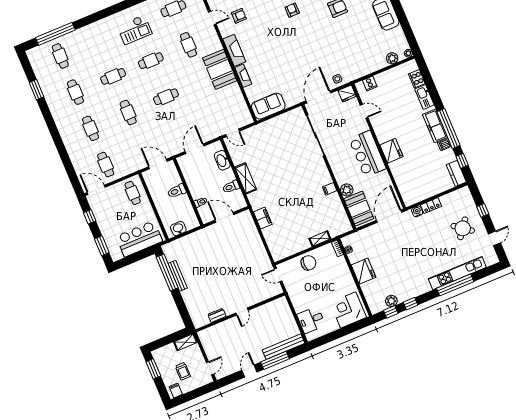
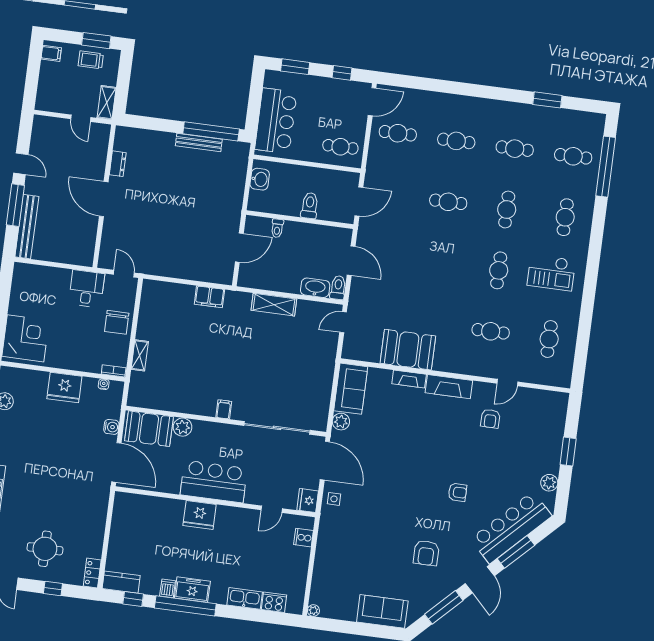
checkout: (135, 30) -> (551, 273), turned -90
plant: (392, 58) -> (341, 422), moved
booth: (220, 69) -> (408, 350), moved
cafe table: (166, 97) -> (565, 217), moved
freezer: (435, 126) -> (192, 590), width x0.71
toilet: (231, 187) -> (338, 288), moved
filing cabinet: (330, 189) -> (224, 409), moved
locker: (431, 206) -> (92, 573), moved
water cooler: (417, 211) -> (111, 427), moved
round table: (463, 228) -> (45, 549), turned -37
door: (278, 275) -> (124, 274), hinge flipped
door: (242, 312) -> (104, 199), width x1.88
desk: (311, 320) -> (87, 289), moved
door: (210, 368) -> (81, 118), moved
trolley: (183, 371) -> (91, 60), moved

